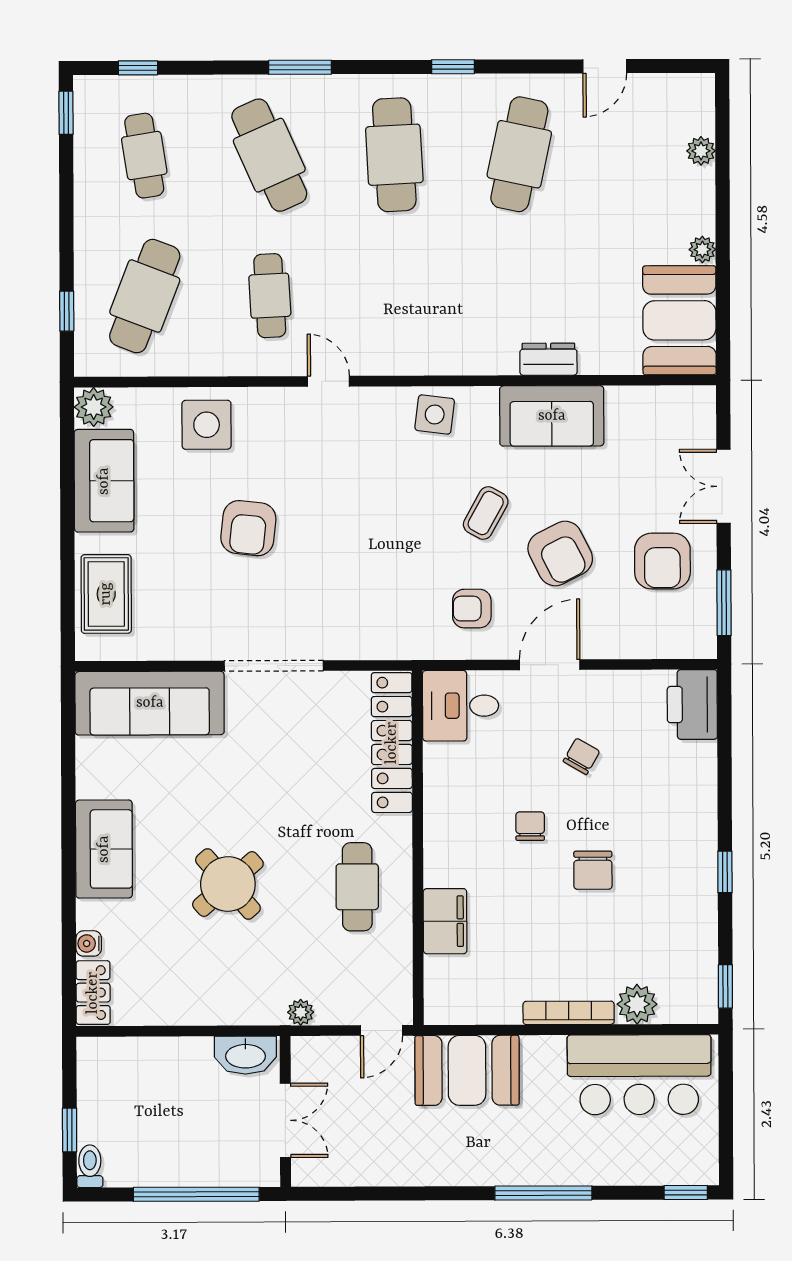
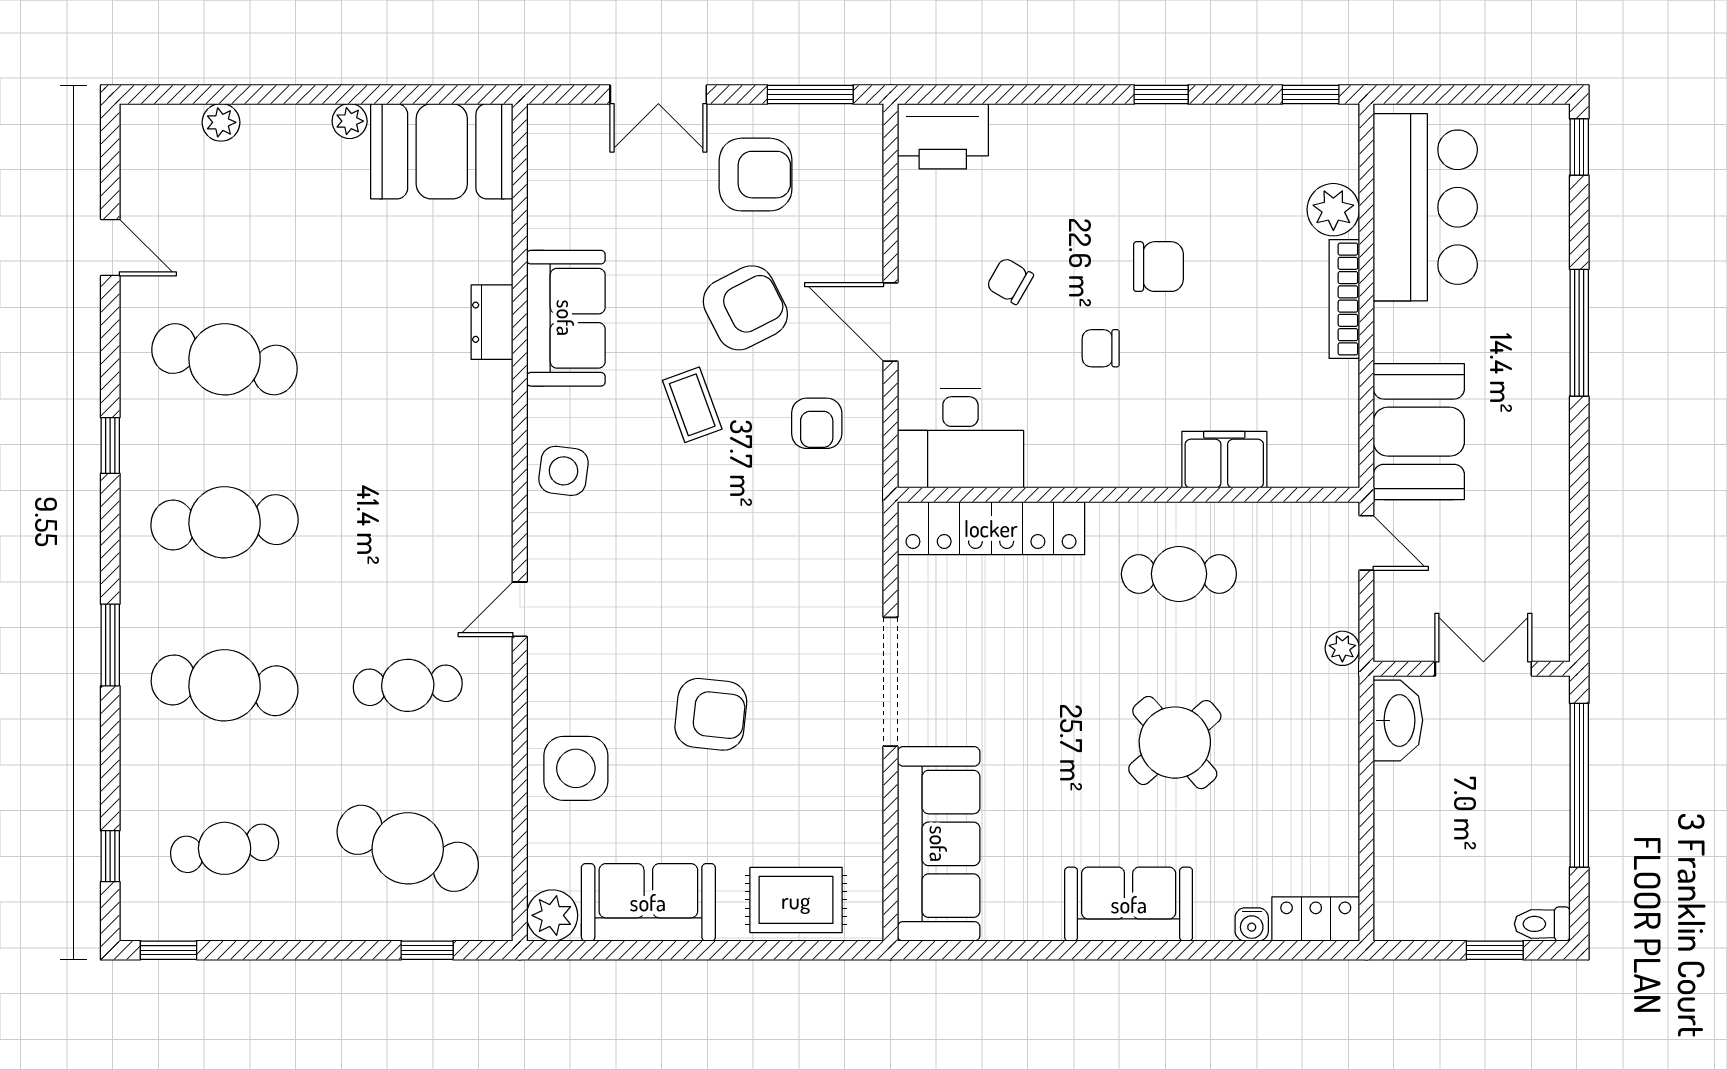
cafe table: (269, 155) -> (225, 685), turned 30
coffee table: (486, 513) -> (692, 405), turned 41
desk: (461, 706) -> (960, 438), width x1.37

